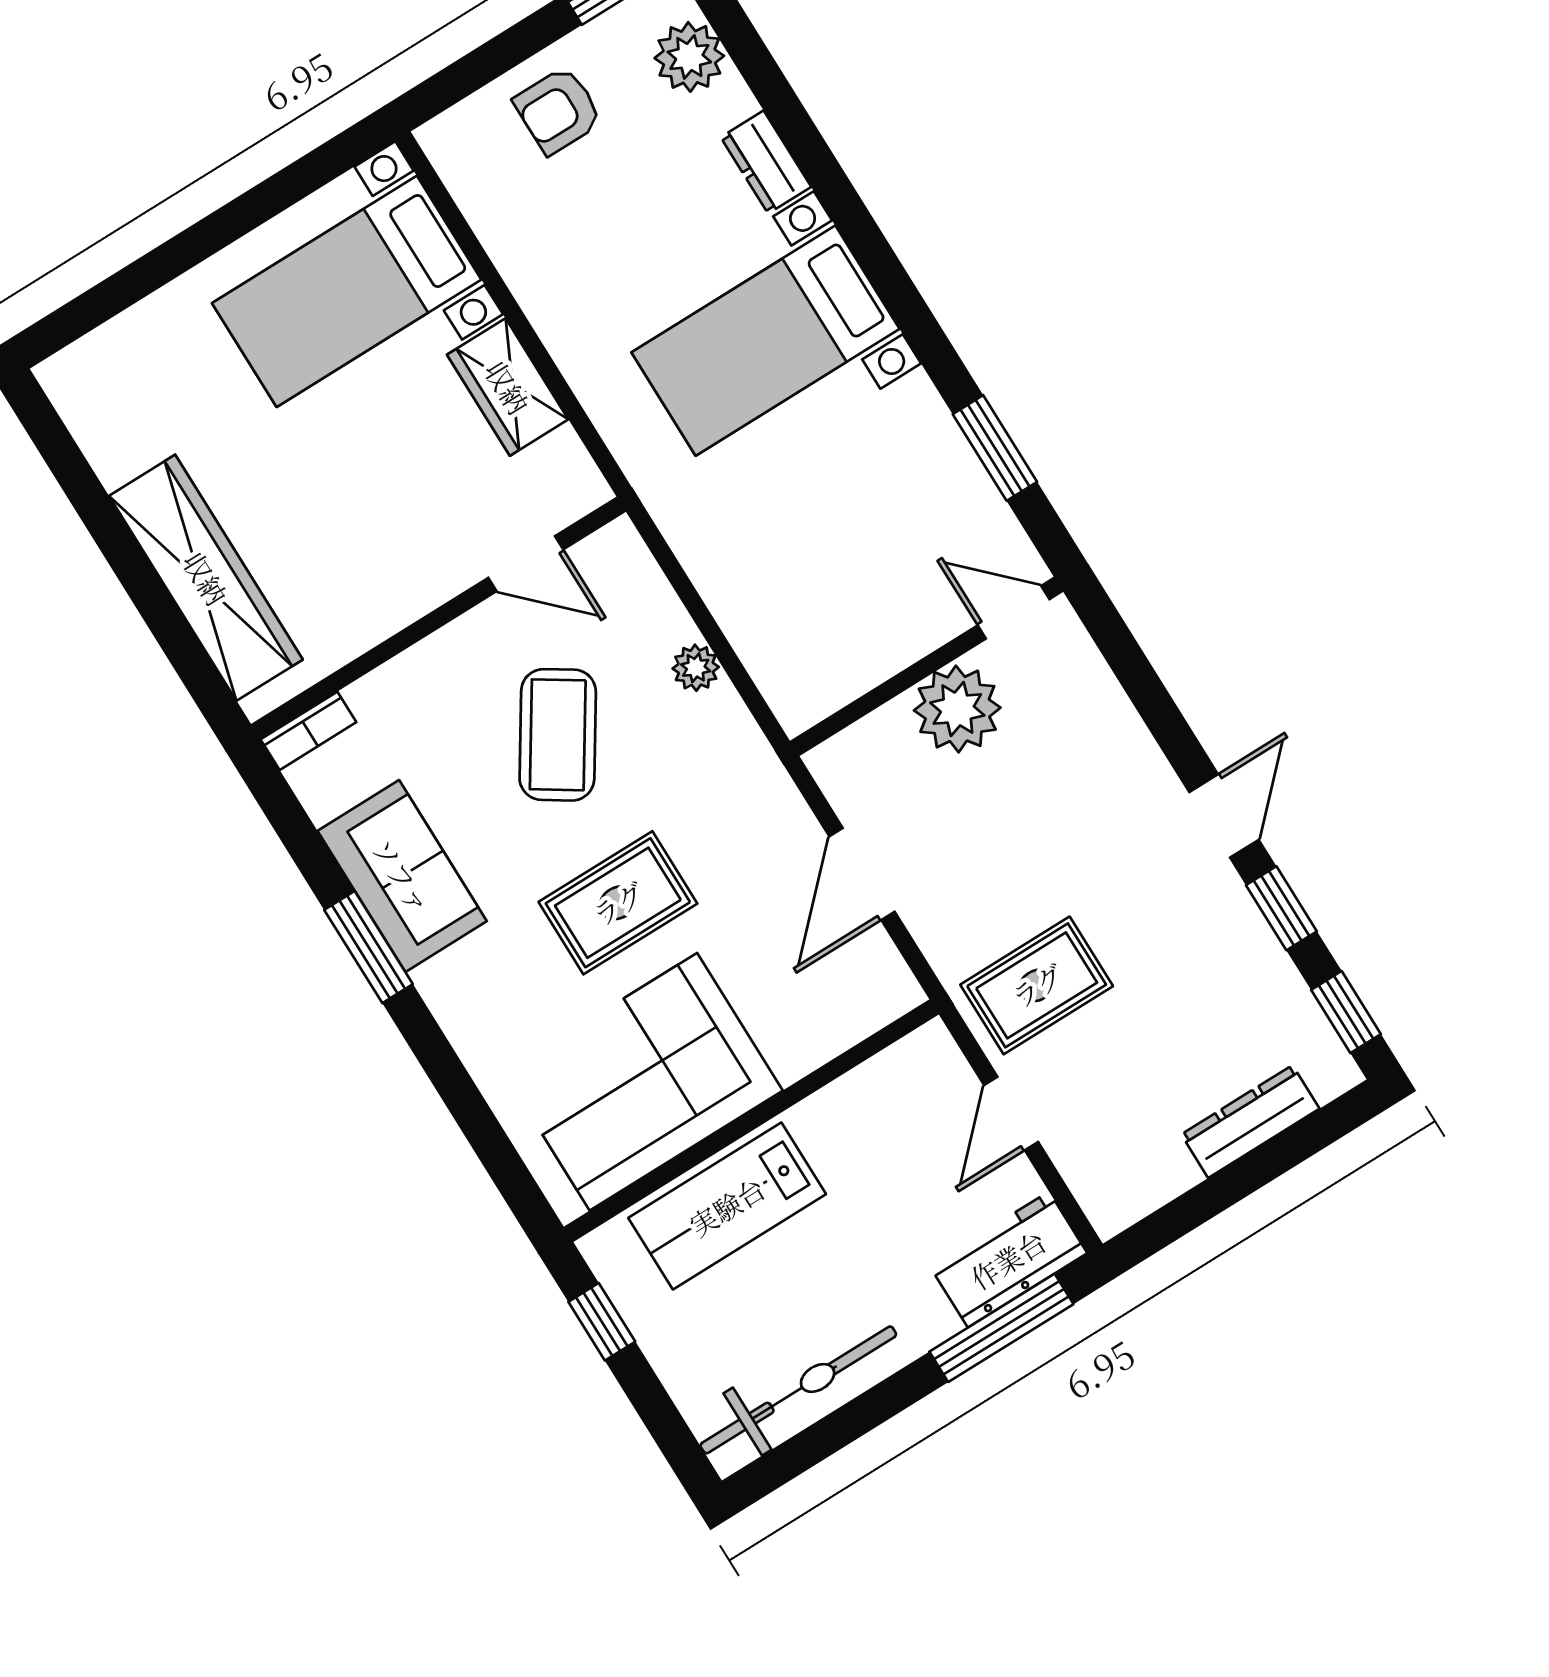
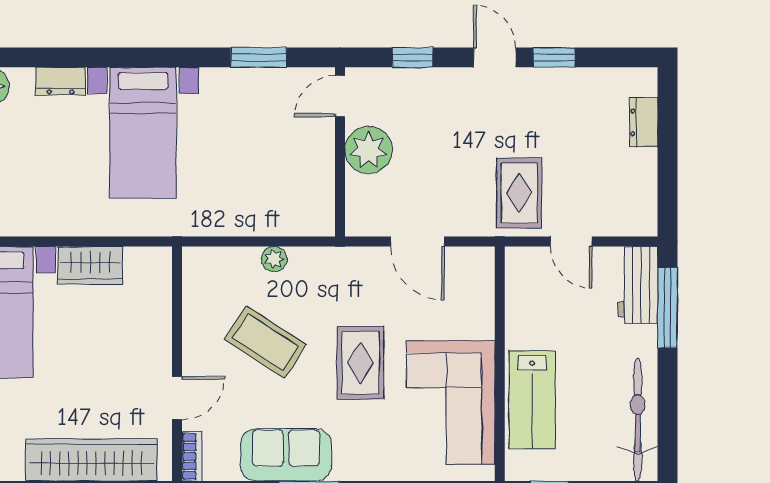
door: (526, 564) -> (177, 398), moved
window: (1346, 1012) -> (413, 57), moved
dresser: (1250, 1121) -> (644, 122), width x0.70

